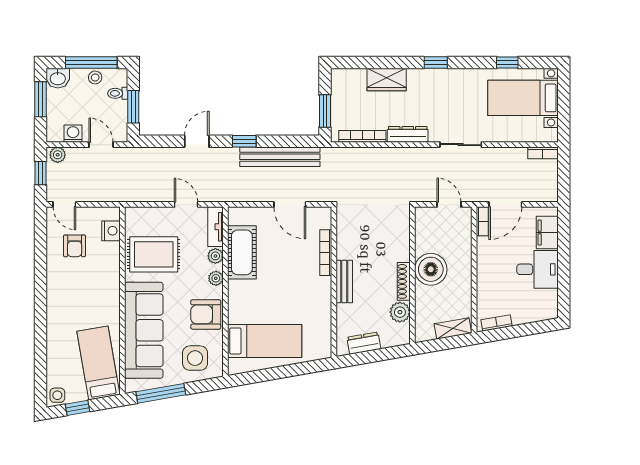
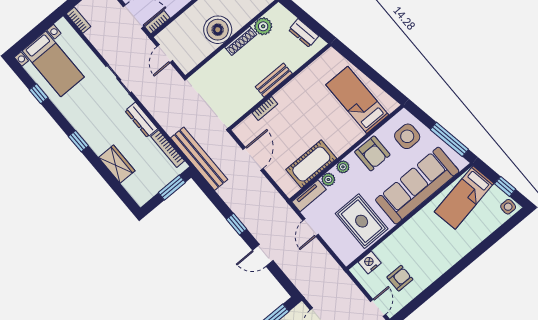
bench: (280, 157) -> (199, 159), moved
bookcase: (326, 253) -> (265, 108), width x0.64

